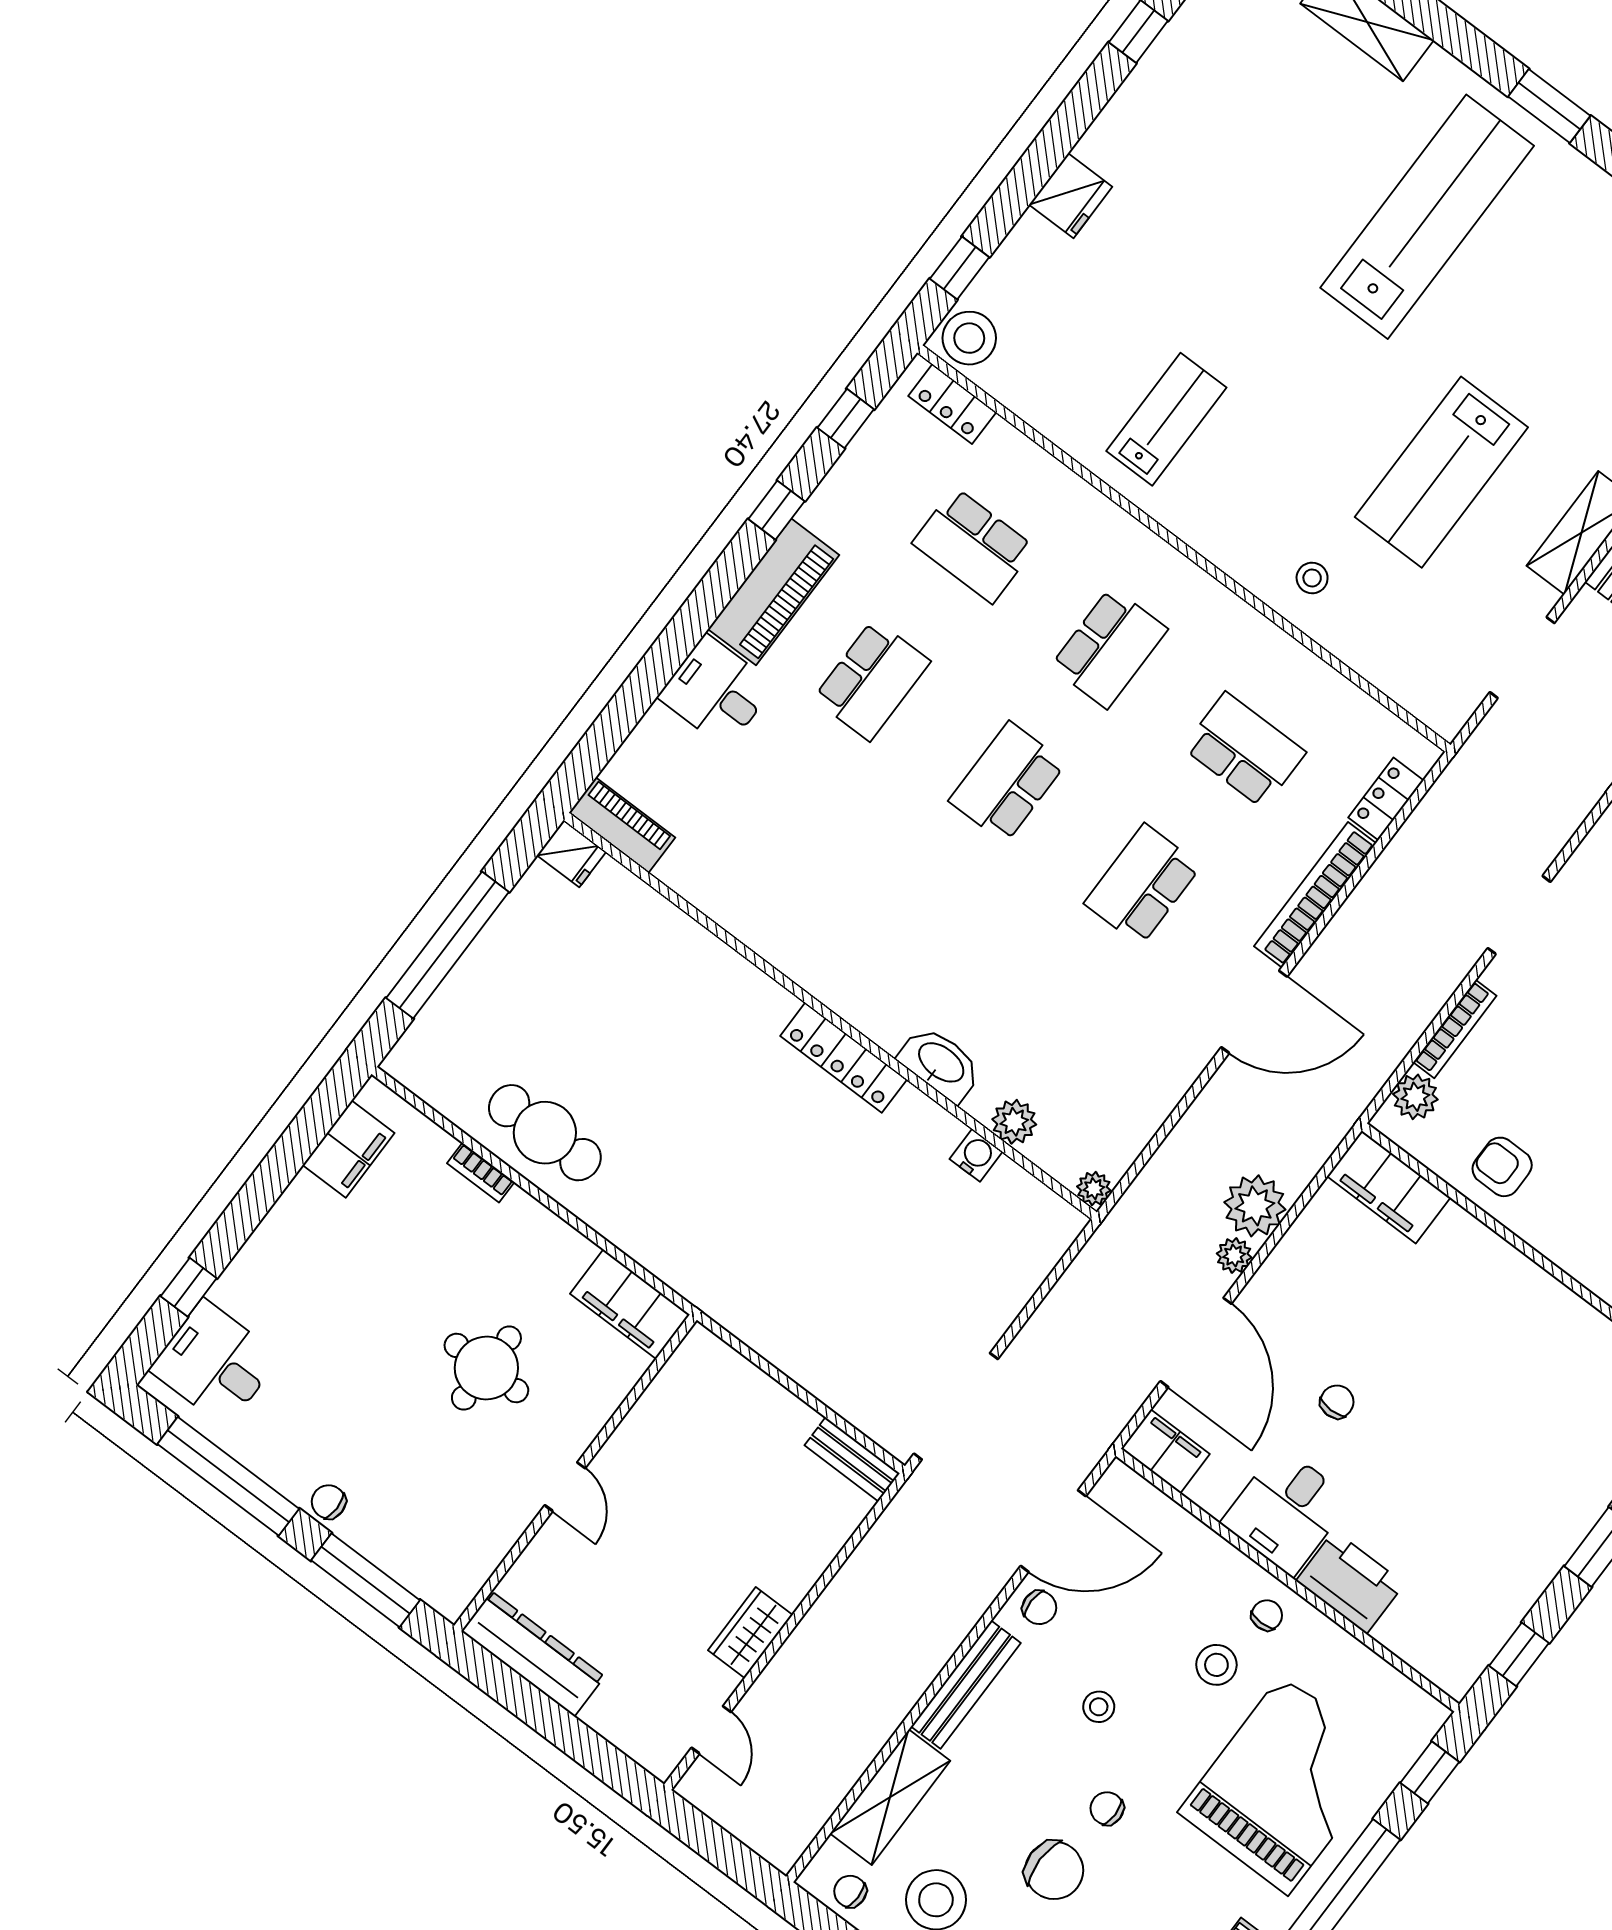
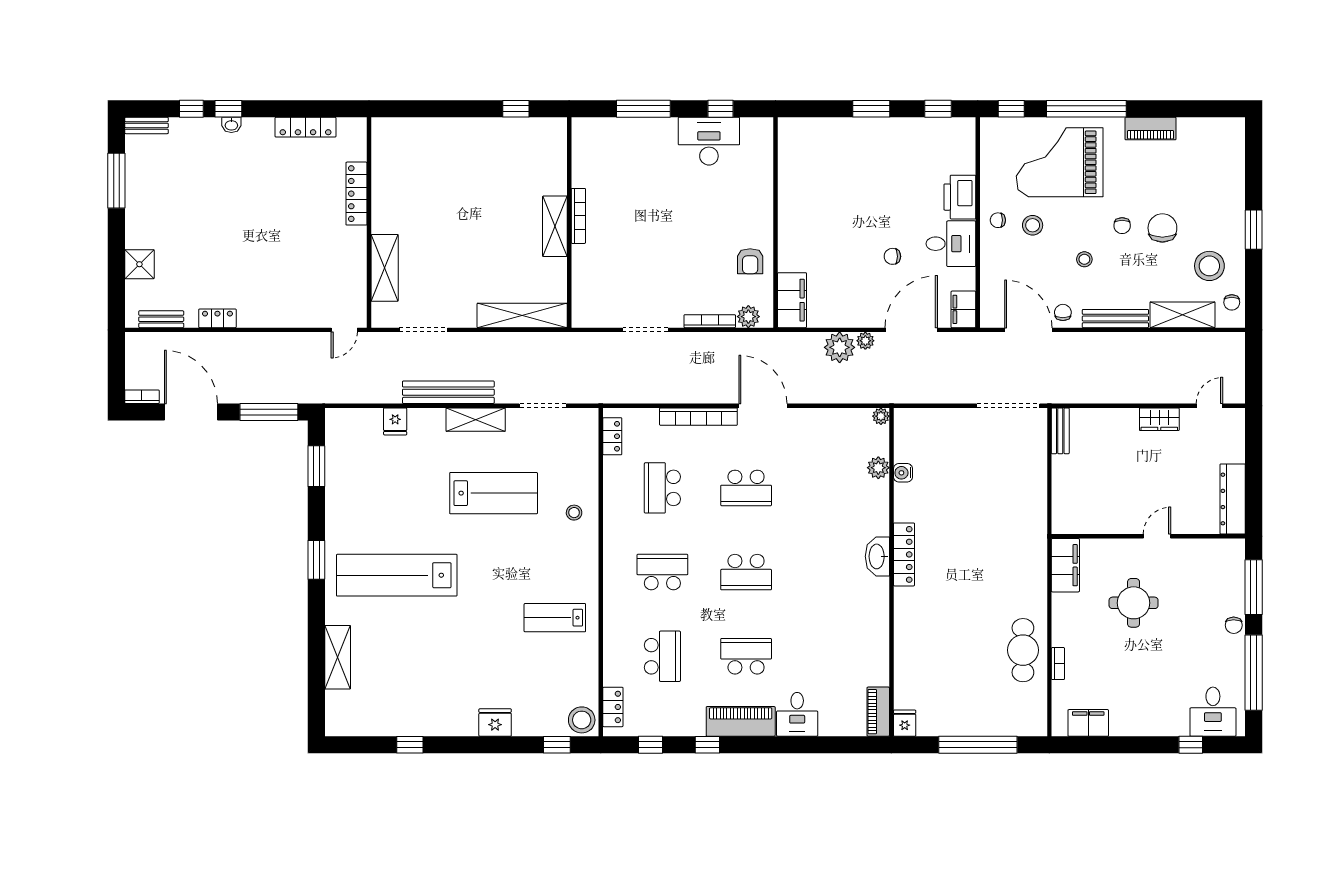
locker: (1386, 799) -> (612, 436), moved, turned -90
washbasin: (940, 1064) -> (877, 556), moved

